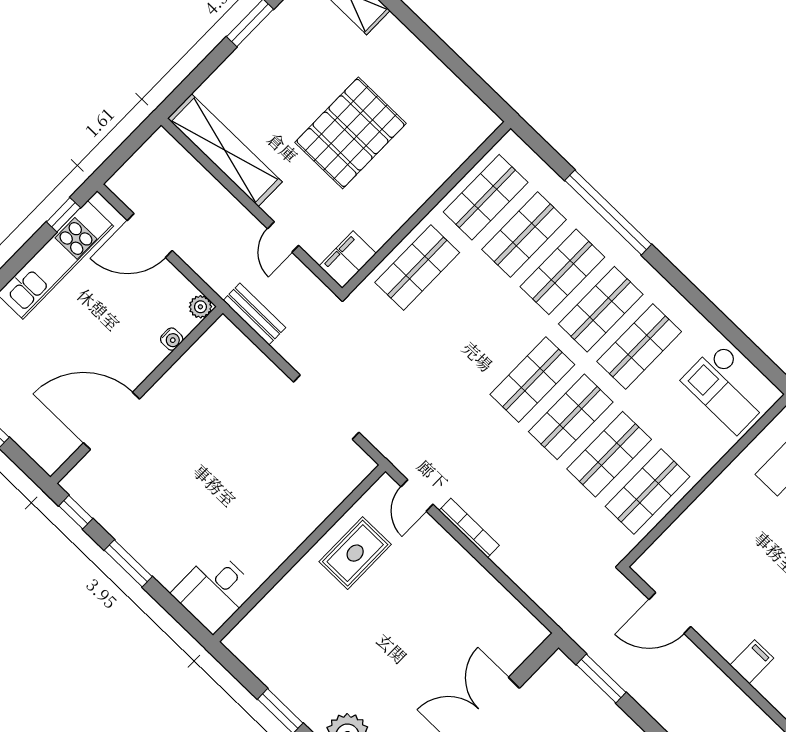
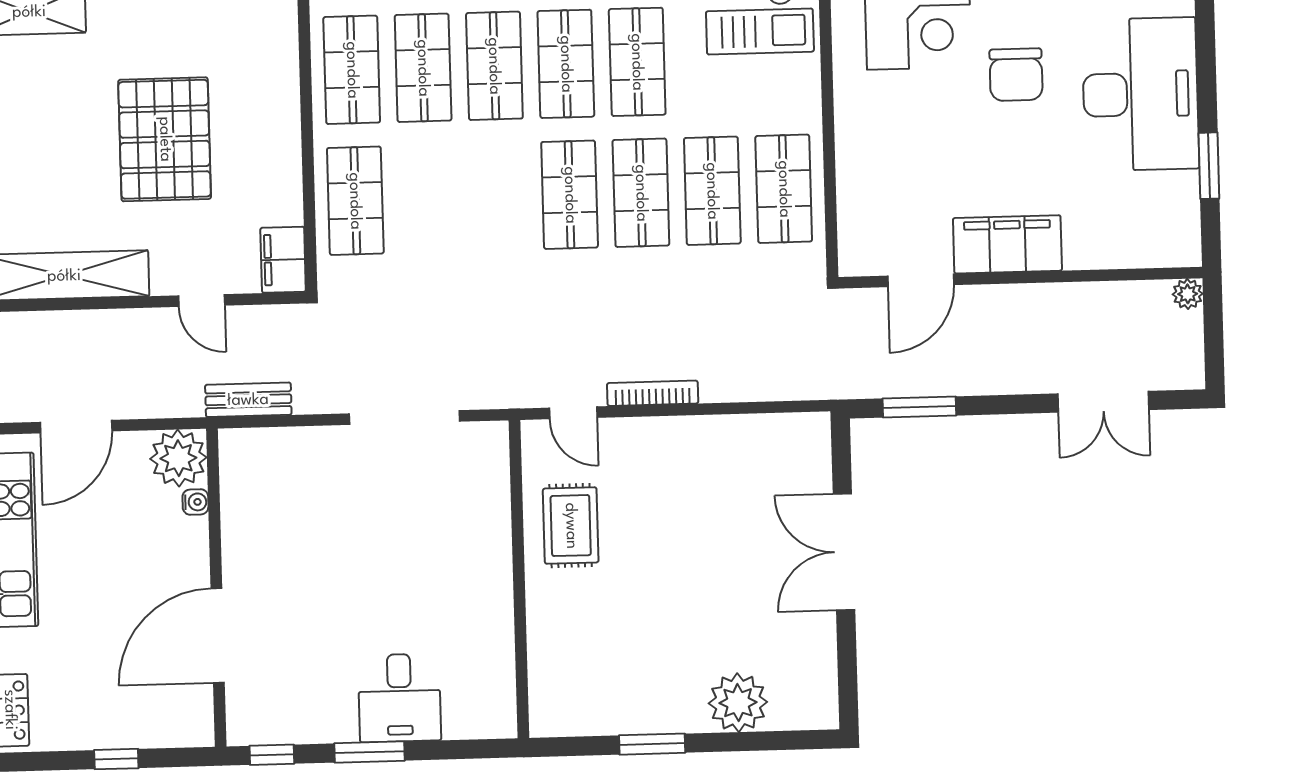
plant: (200, 307) -> (178, 458), width x1.88, depth x1.88
desk: (214, 591) -> (399, 698), moved
filing cabinet: (752, 662) -> (1007, 244), width x3.00, depth x1.17

